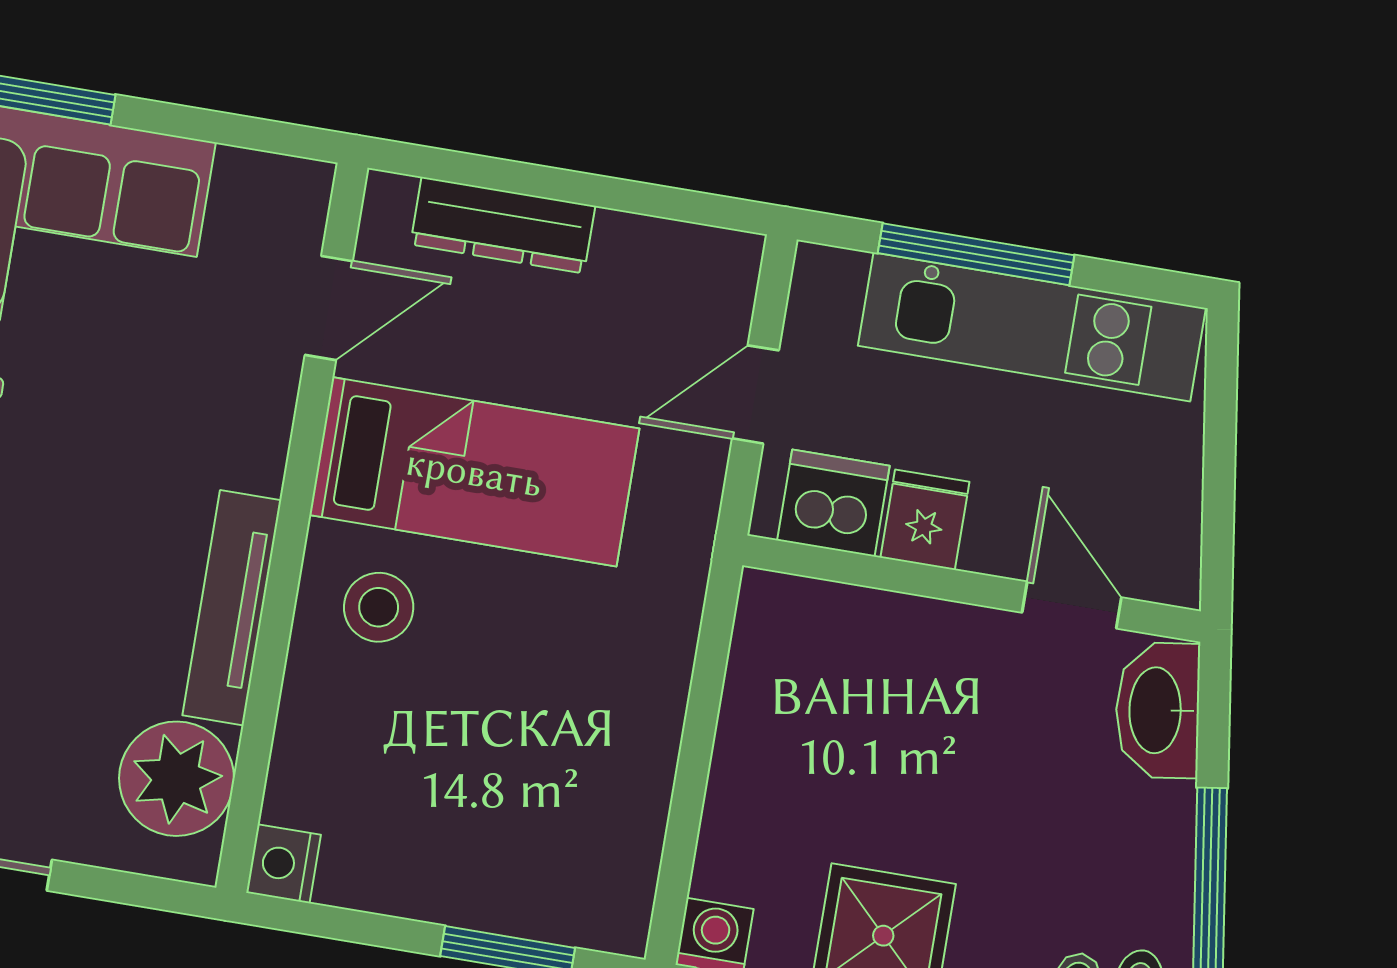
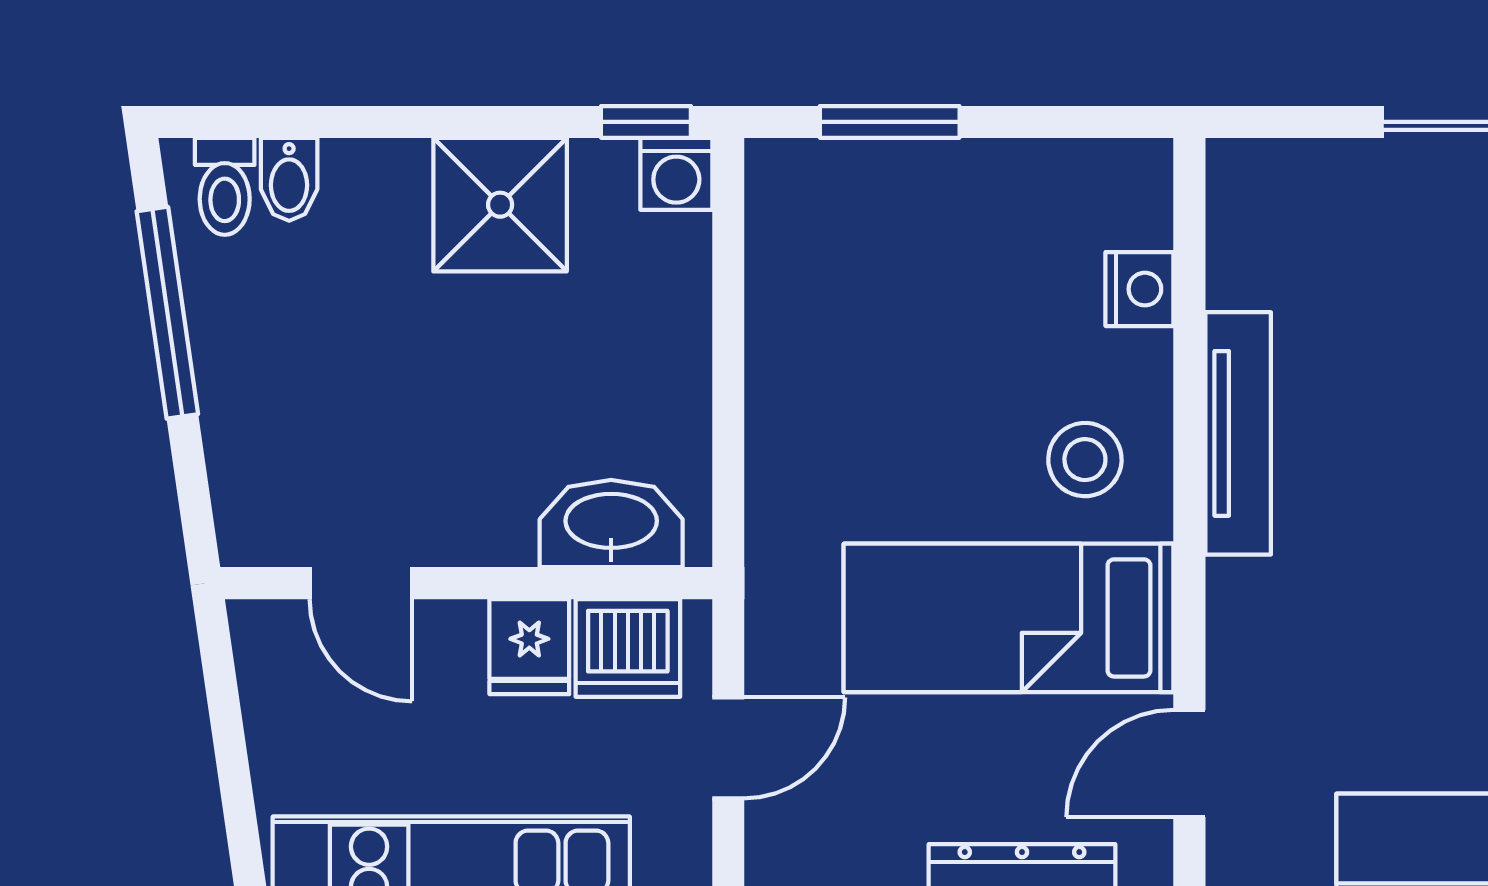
washbasin: (1158, 710) -> (611, 524), moved, turned -82
plant: (177, 779) -> (1266, 245), removed
nightstand: (283, 864) -> (1139, 289), moved

